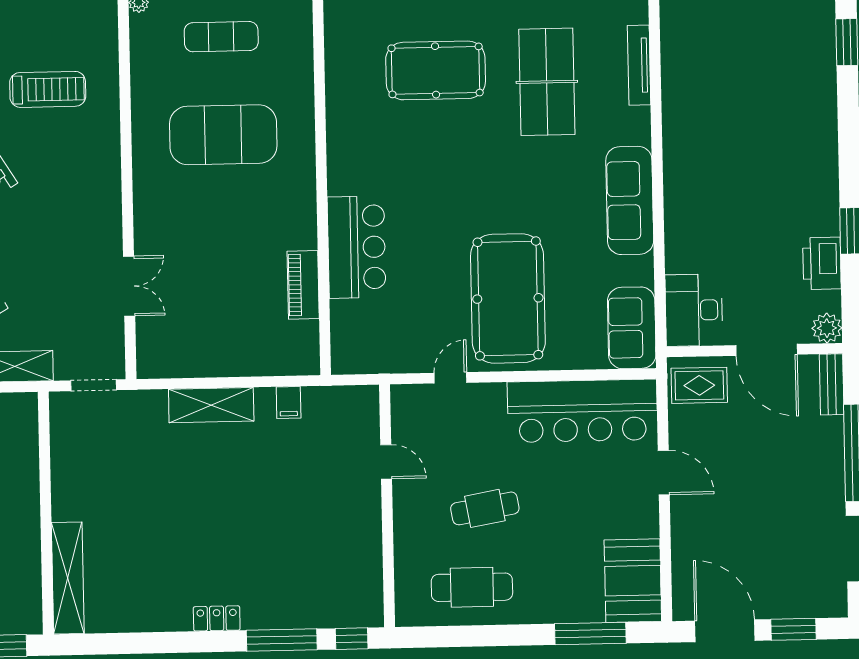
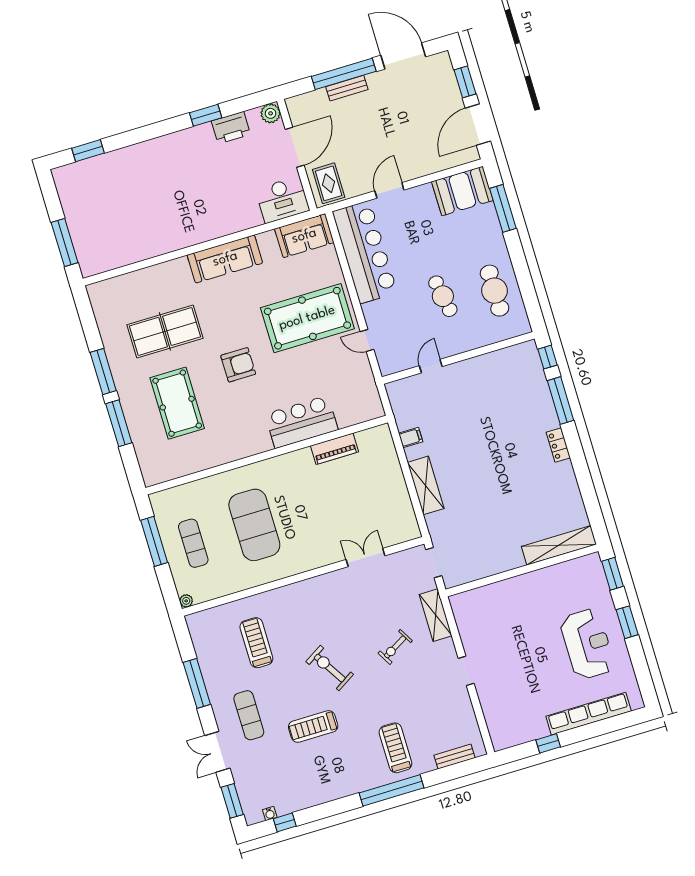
tv unit: (639, 65) -> (139, 277), removed
armchair: (467, 177) -> (238, 365), added
bench: (832, 384) -> (347, 88), moved

